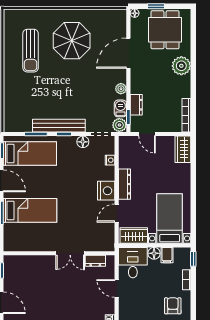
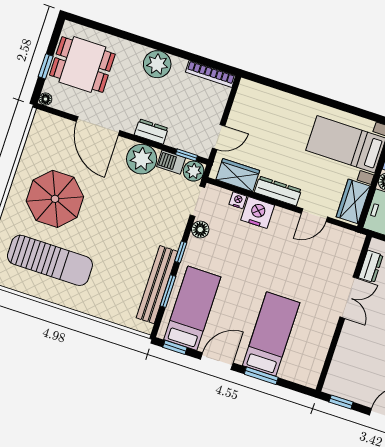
sun lounger: (31, 51) -> (50, 260), width x1.36, depth x1.34
plant: (181, 66) -> (157, 64), moved
plant: (121, 89) -> (142, 159), width x1.88, depth x1.88
dresser: (136, 105) -> (151, 131), moved
bench: (59, 126) -> (157, 285), moved
wardrobe: (183, 149) -> (238, 175), moved, turned 180
nightstand: (106, 191) -> (258, 213), moved
door: (117, 213) -> (314, 215), hinge flipped

